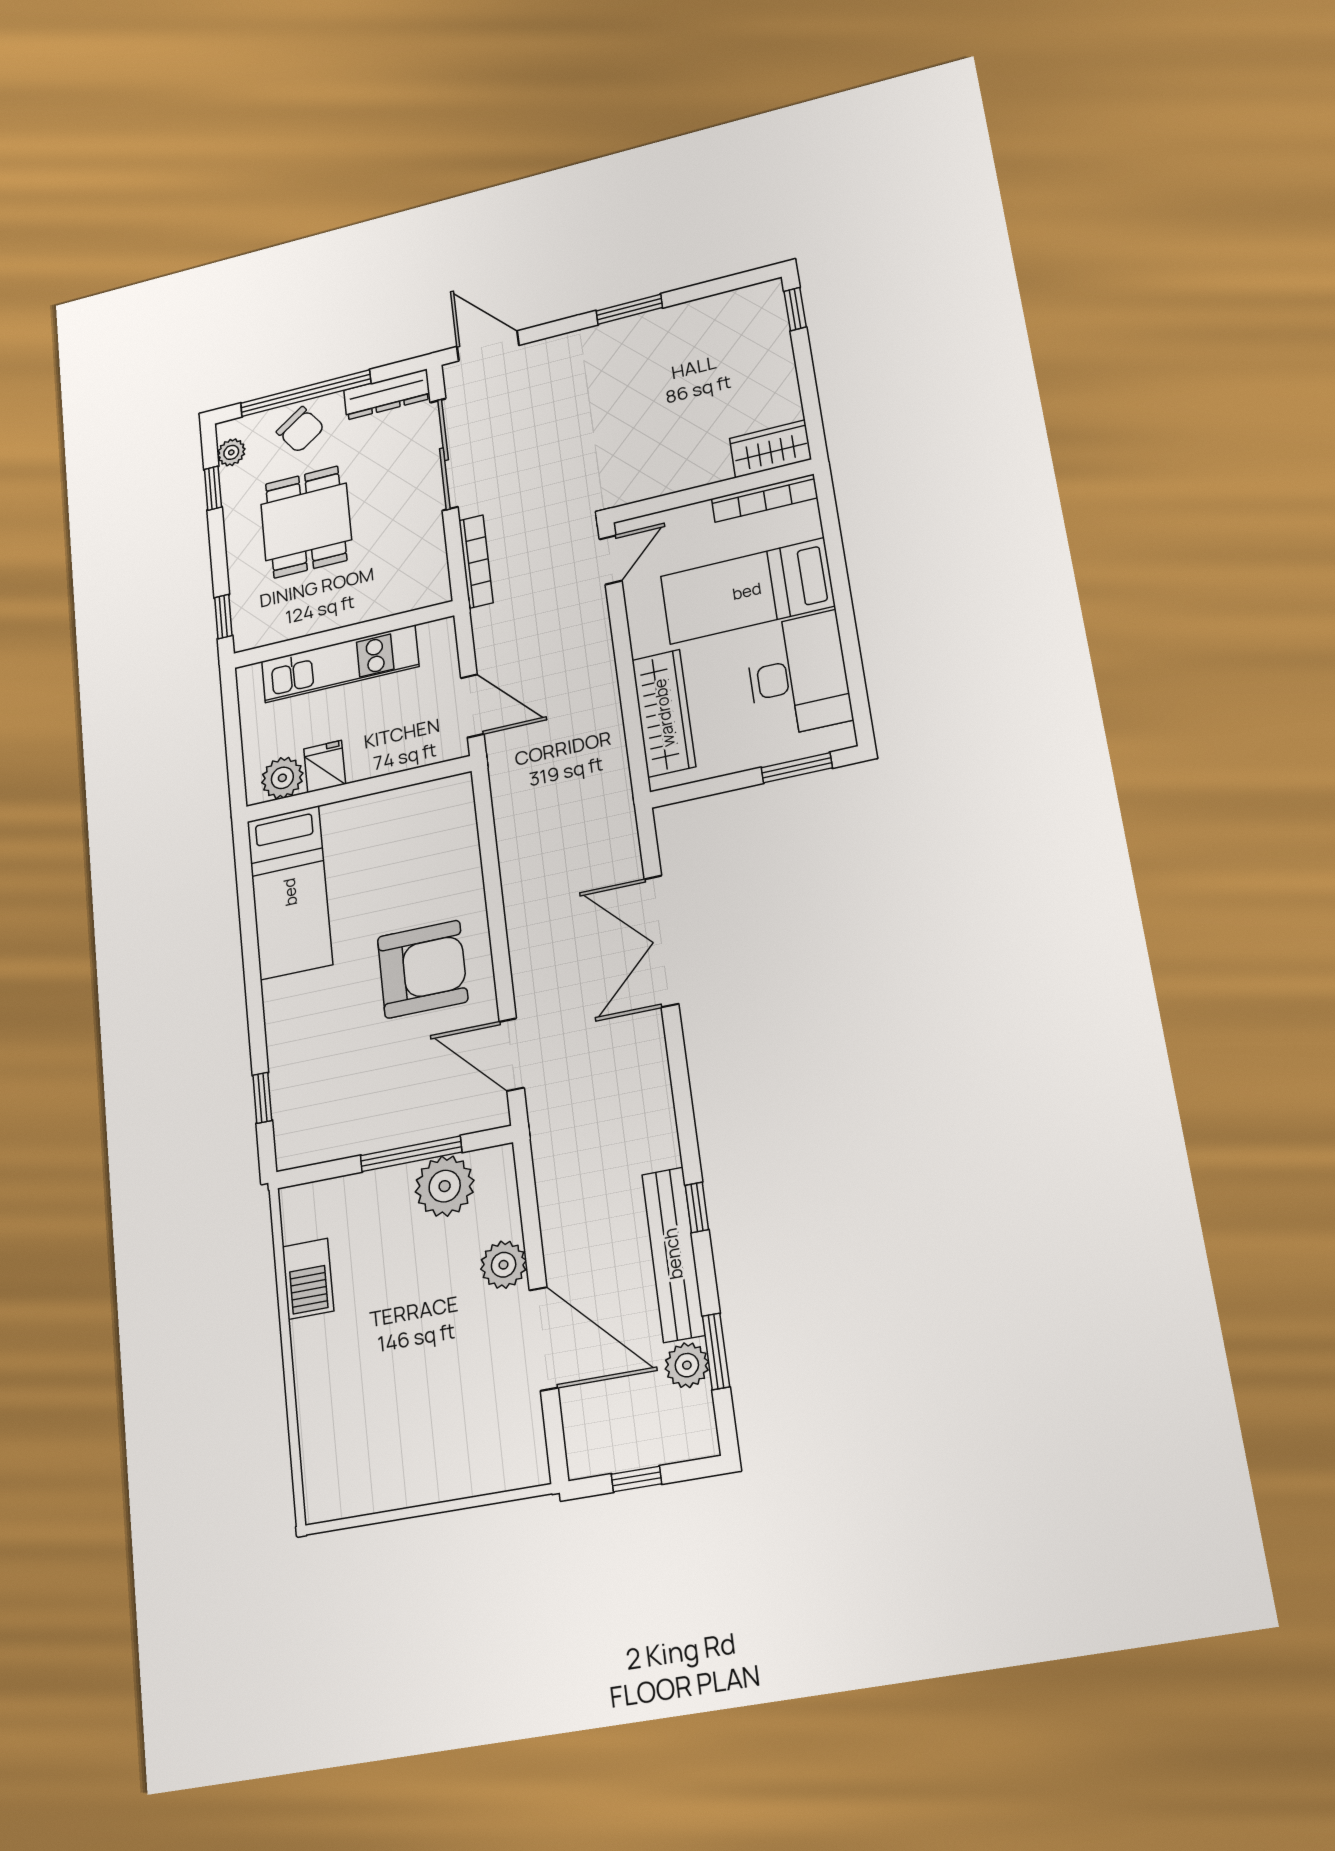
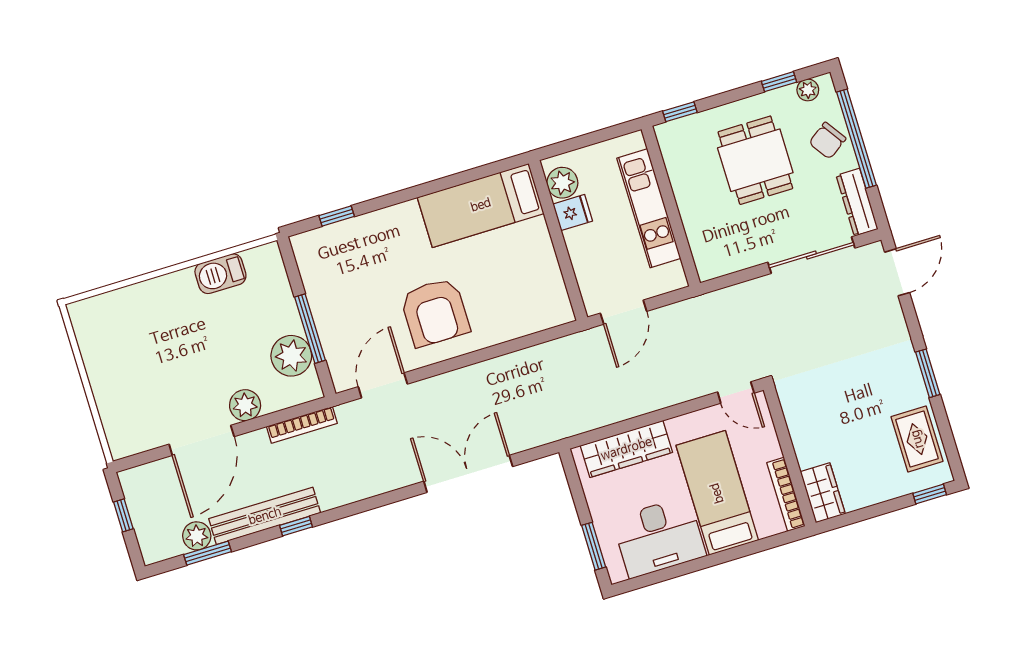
rug: (716, 324) -> (917, 439), added
dining table: (306, 522) -> (755, 160), turned 90
bookcase: (476, 562) -> (302, 425), moved

